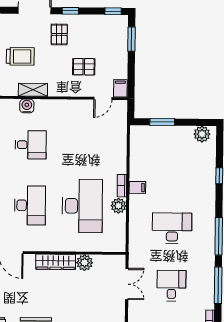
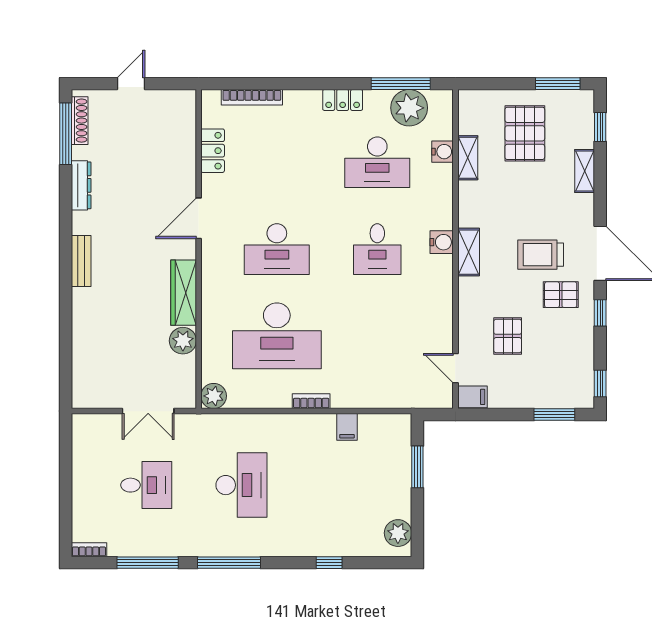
trolley: (20, 56) -> (541, 255), moved, turned 90
filing cabinet: (137, 187) -> (347, 427), moved
plant: (119, 206) -> (214, 396), moved

